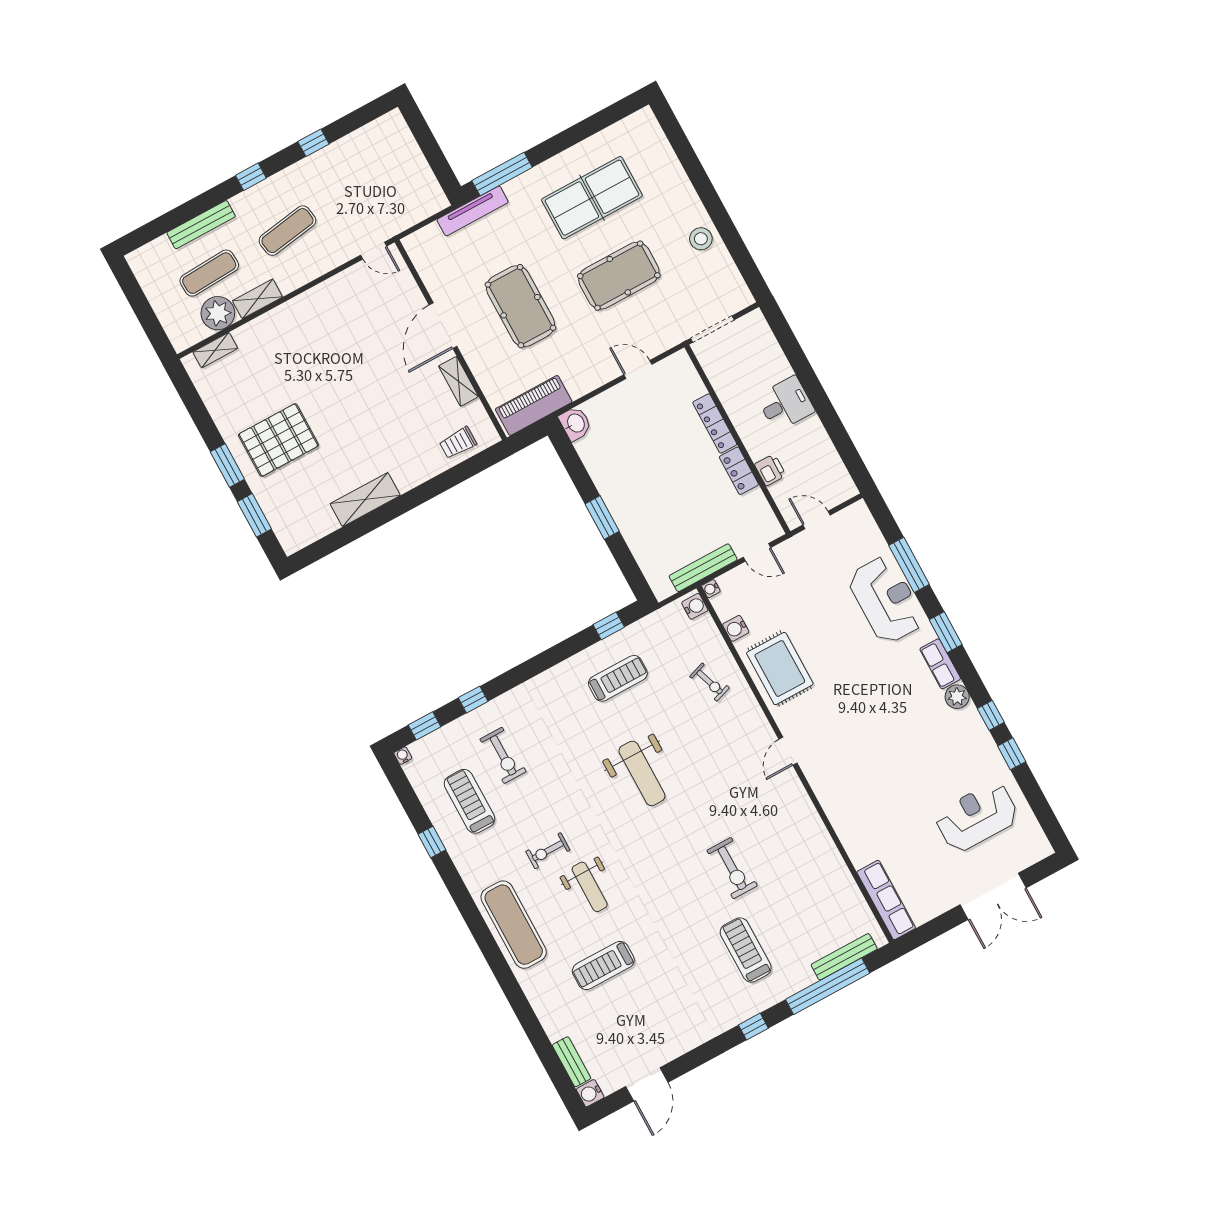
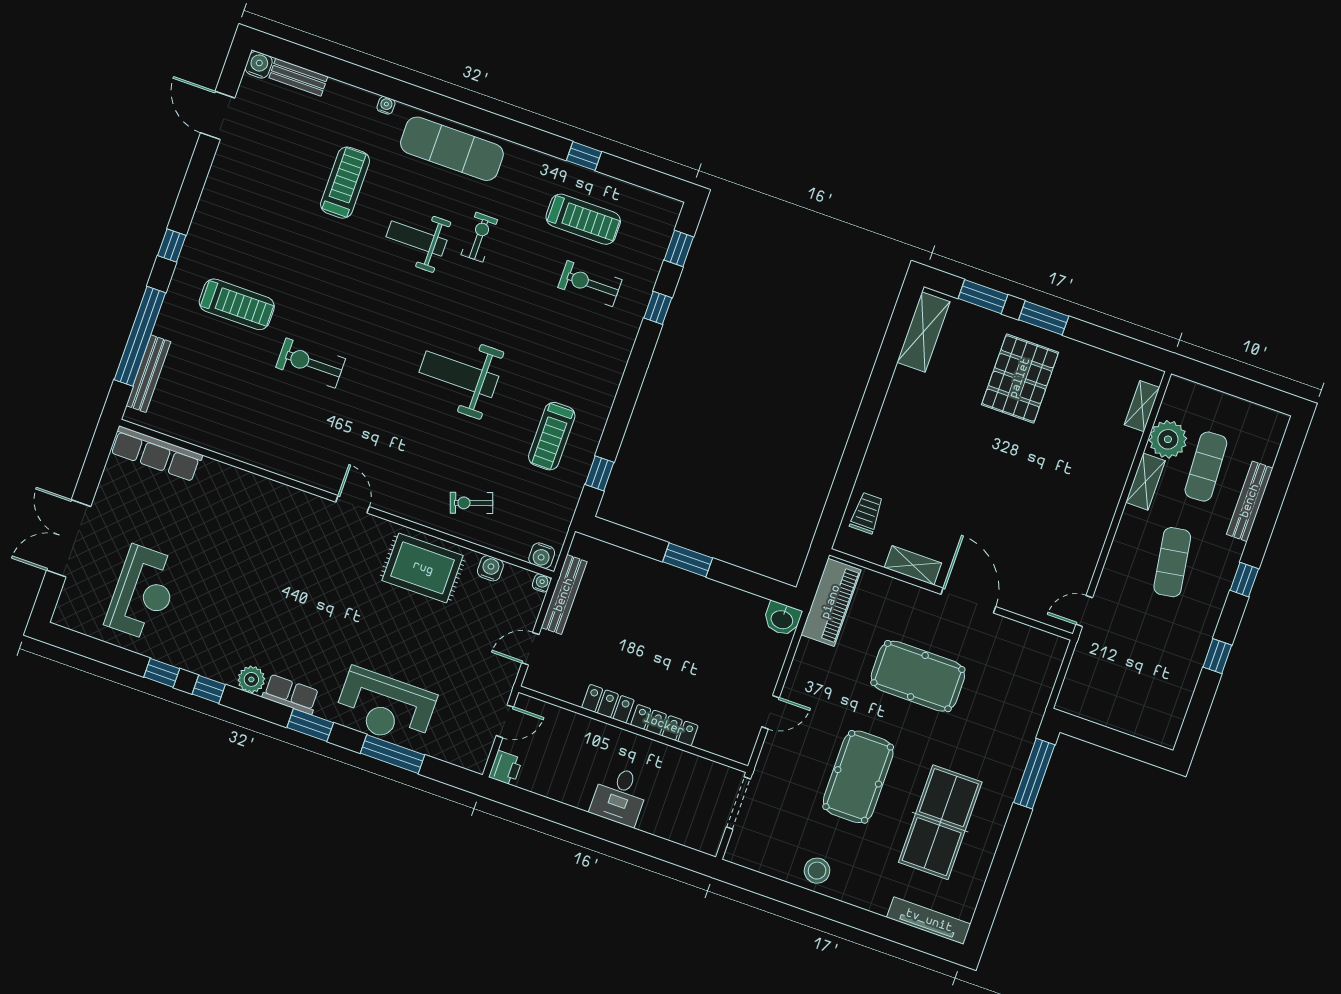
tv unit: (473, 211) -> (929, 921), moved, turned 90
printer: (770, 470) -> (505, 768), moved, turned -90
shelving: (365, 500) -> (923, 332), moved
water cooler: (403, 756) -> (386, 105), moved, turned -90

